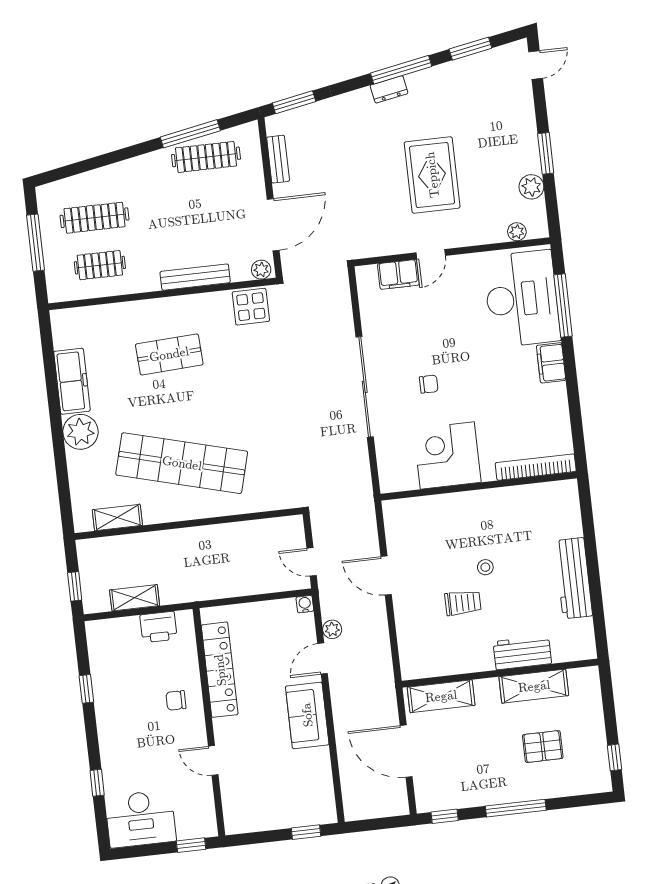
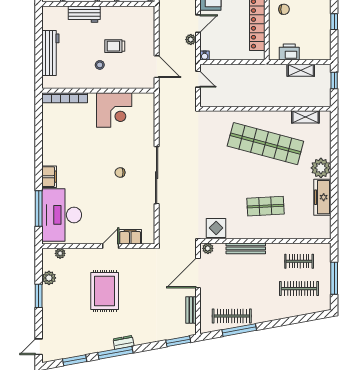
corner desk: (447, 455) -> (114, 110), moved
bookcase: (536, 467) -> (65, 98), moved
wall: (479, 486) -> (98, 91), moved

